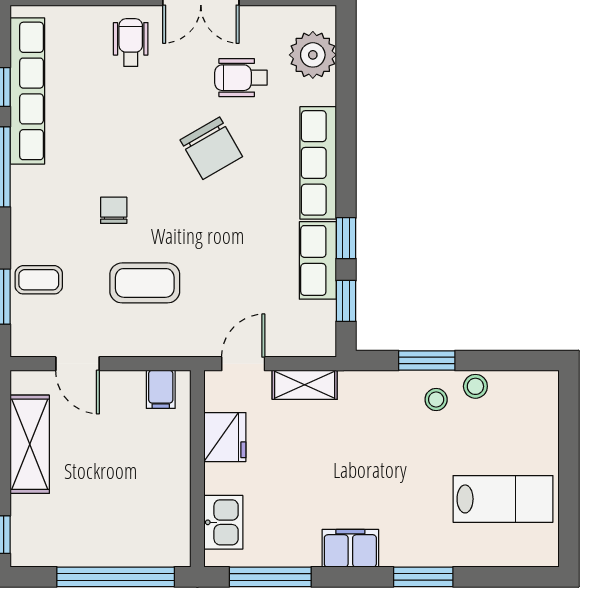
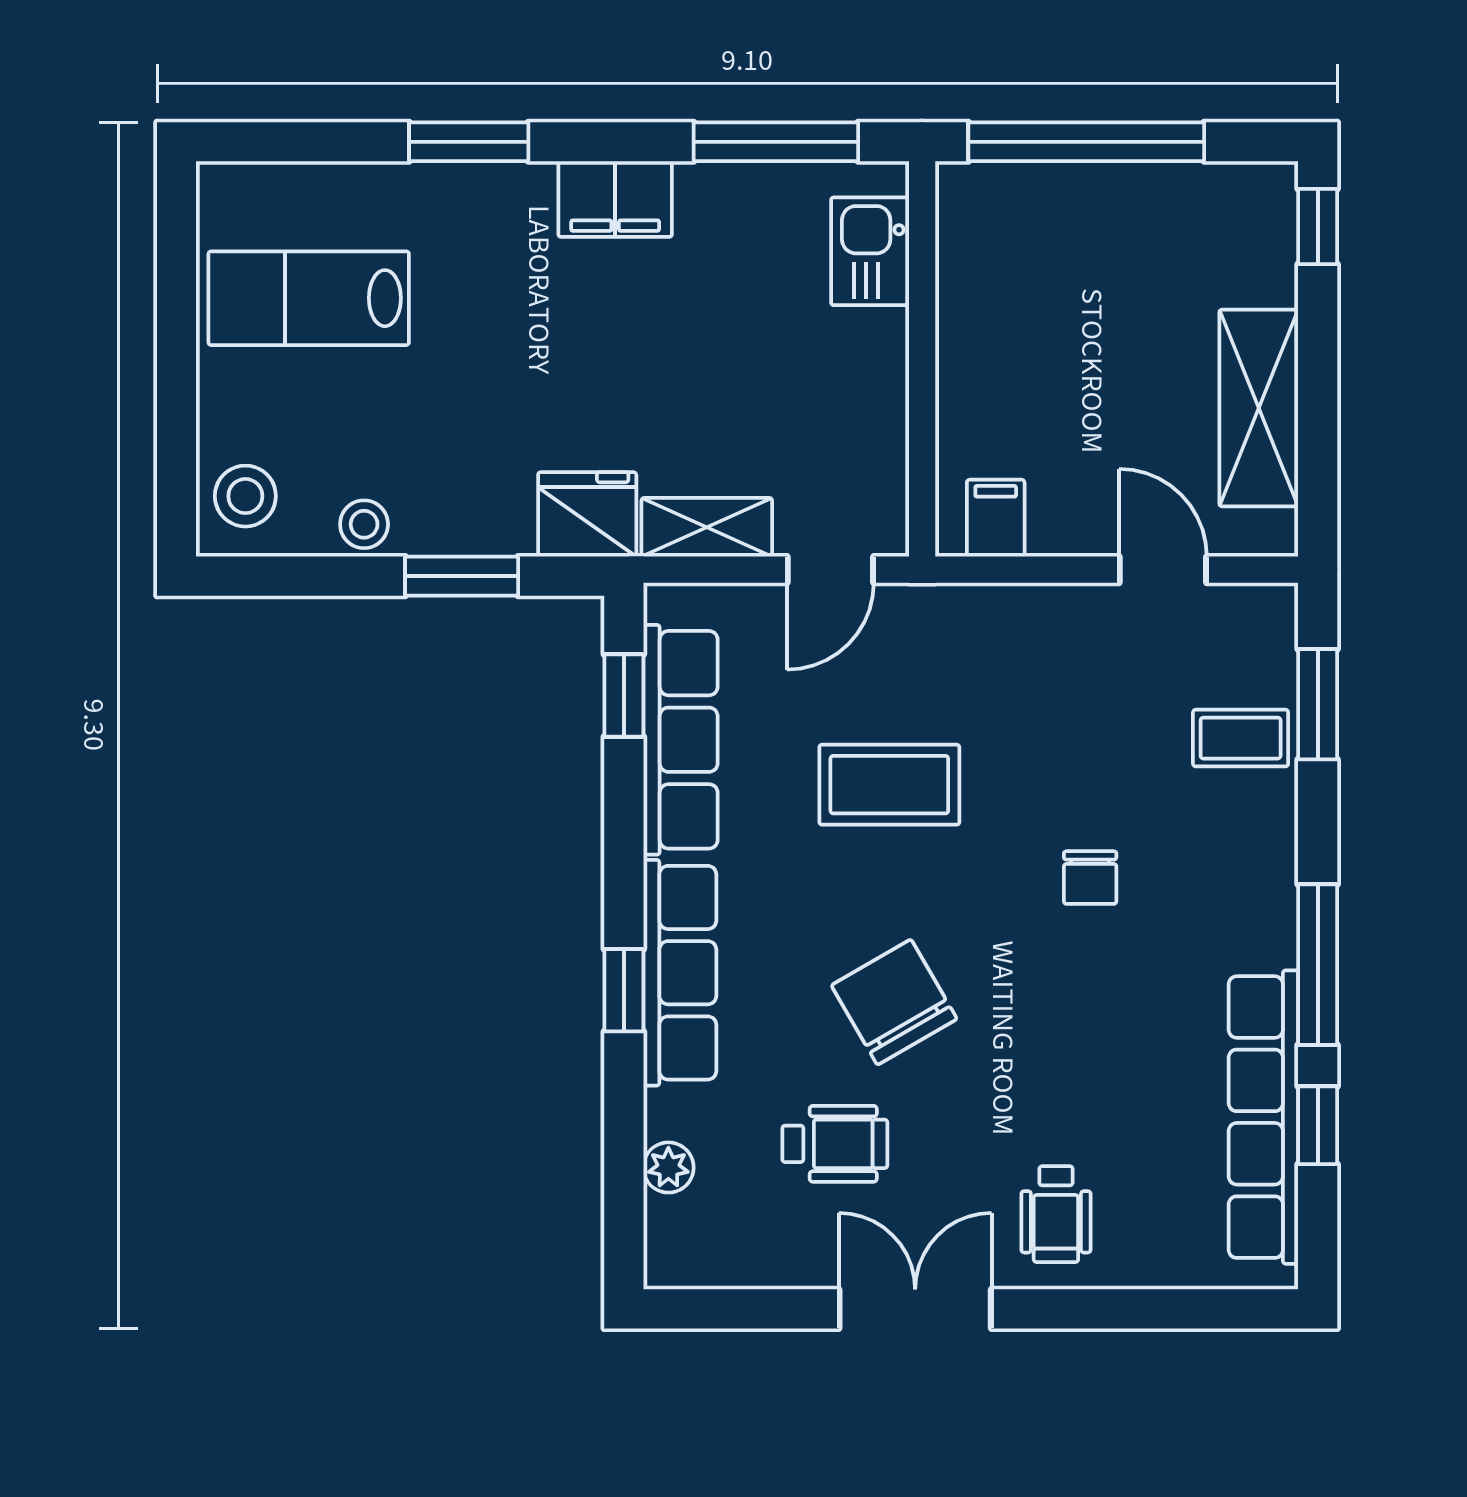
plant: (313, 55) -> (668, 1167), width x0.53, depth x0.53
window: (346, 238) -> (624, 990), moved
row of seats: (318, 260) -> (680, 740), width x1.48
coffee table: (145, 283) -> (889, 785), moved
stool: (436, 399) -> (245, 496), moved, width x1.37, depth x1.37
fridge: (225, 437) -> (587, 514), moved, turned 90

